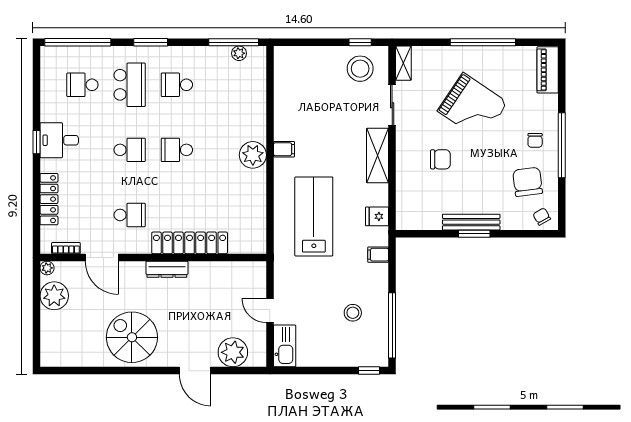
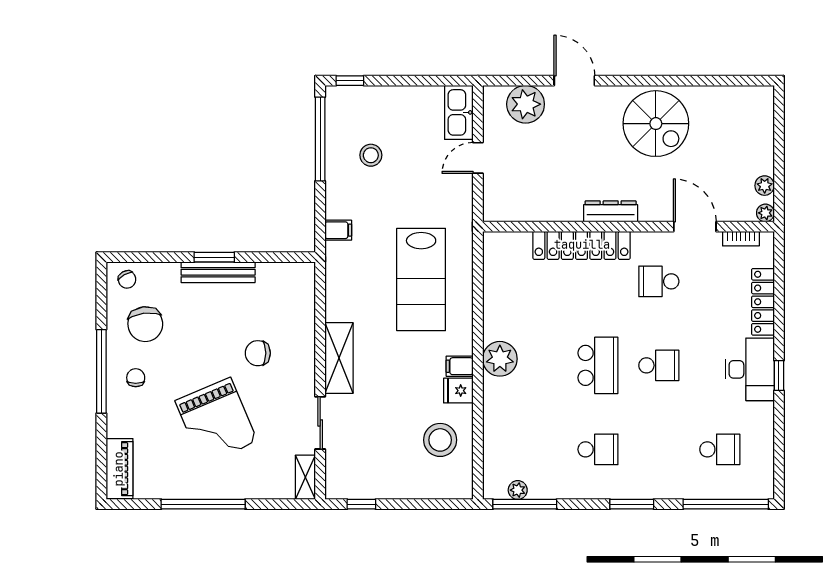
stool: (360, 69) -> (440, 440), moved
school desk: (130, 85) -> (659, 449), removed
grand piano: (473, 107) -> (216, 421), turned -147
desk: (59, 140) -> (750, 369), width x1.37
school desk: (130, 150) -> (659, 365), turned 180
school desk: (177, 150) -> (598, 365), width x1.85
fridge: (377, 216) -> (458, 391), moved, turned 180
plant: (54, 296) -> (765, 186), width x0.53, depth x0.53
door: (270, 311) -> (478, 158), swing flipped

